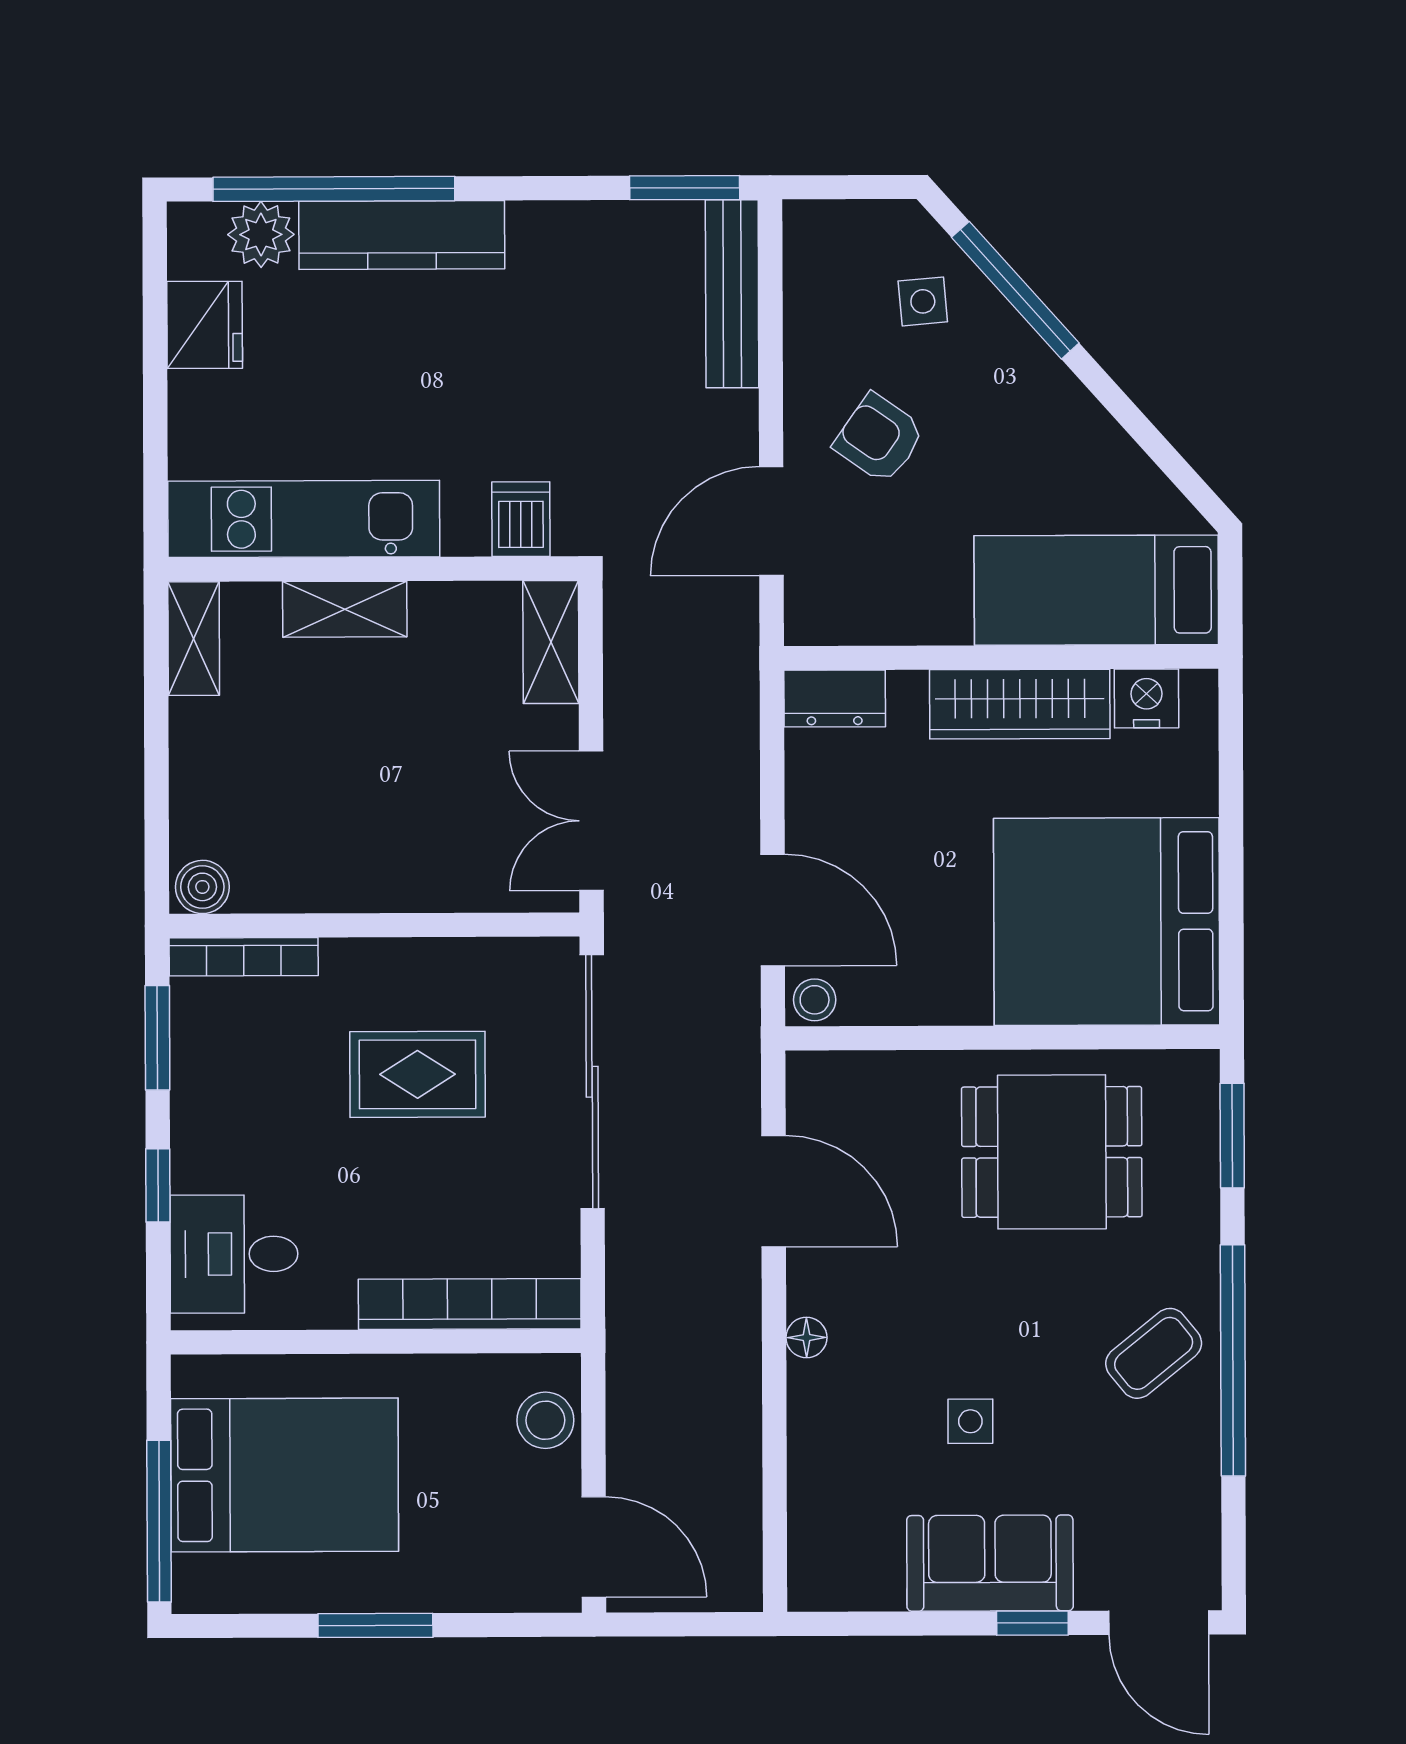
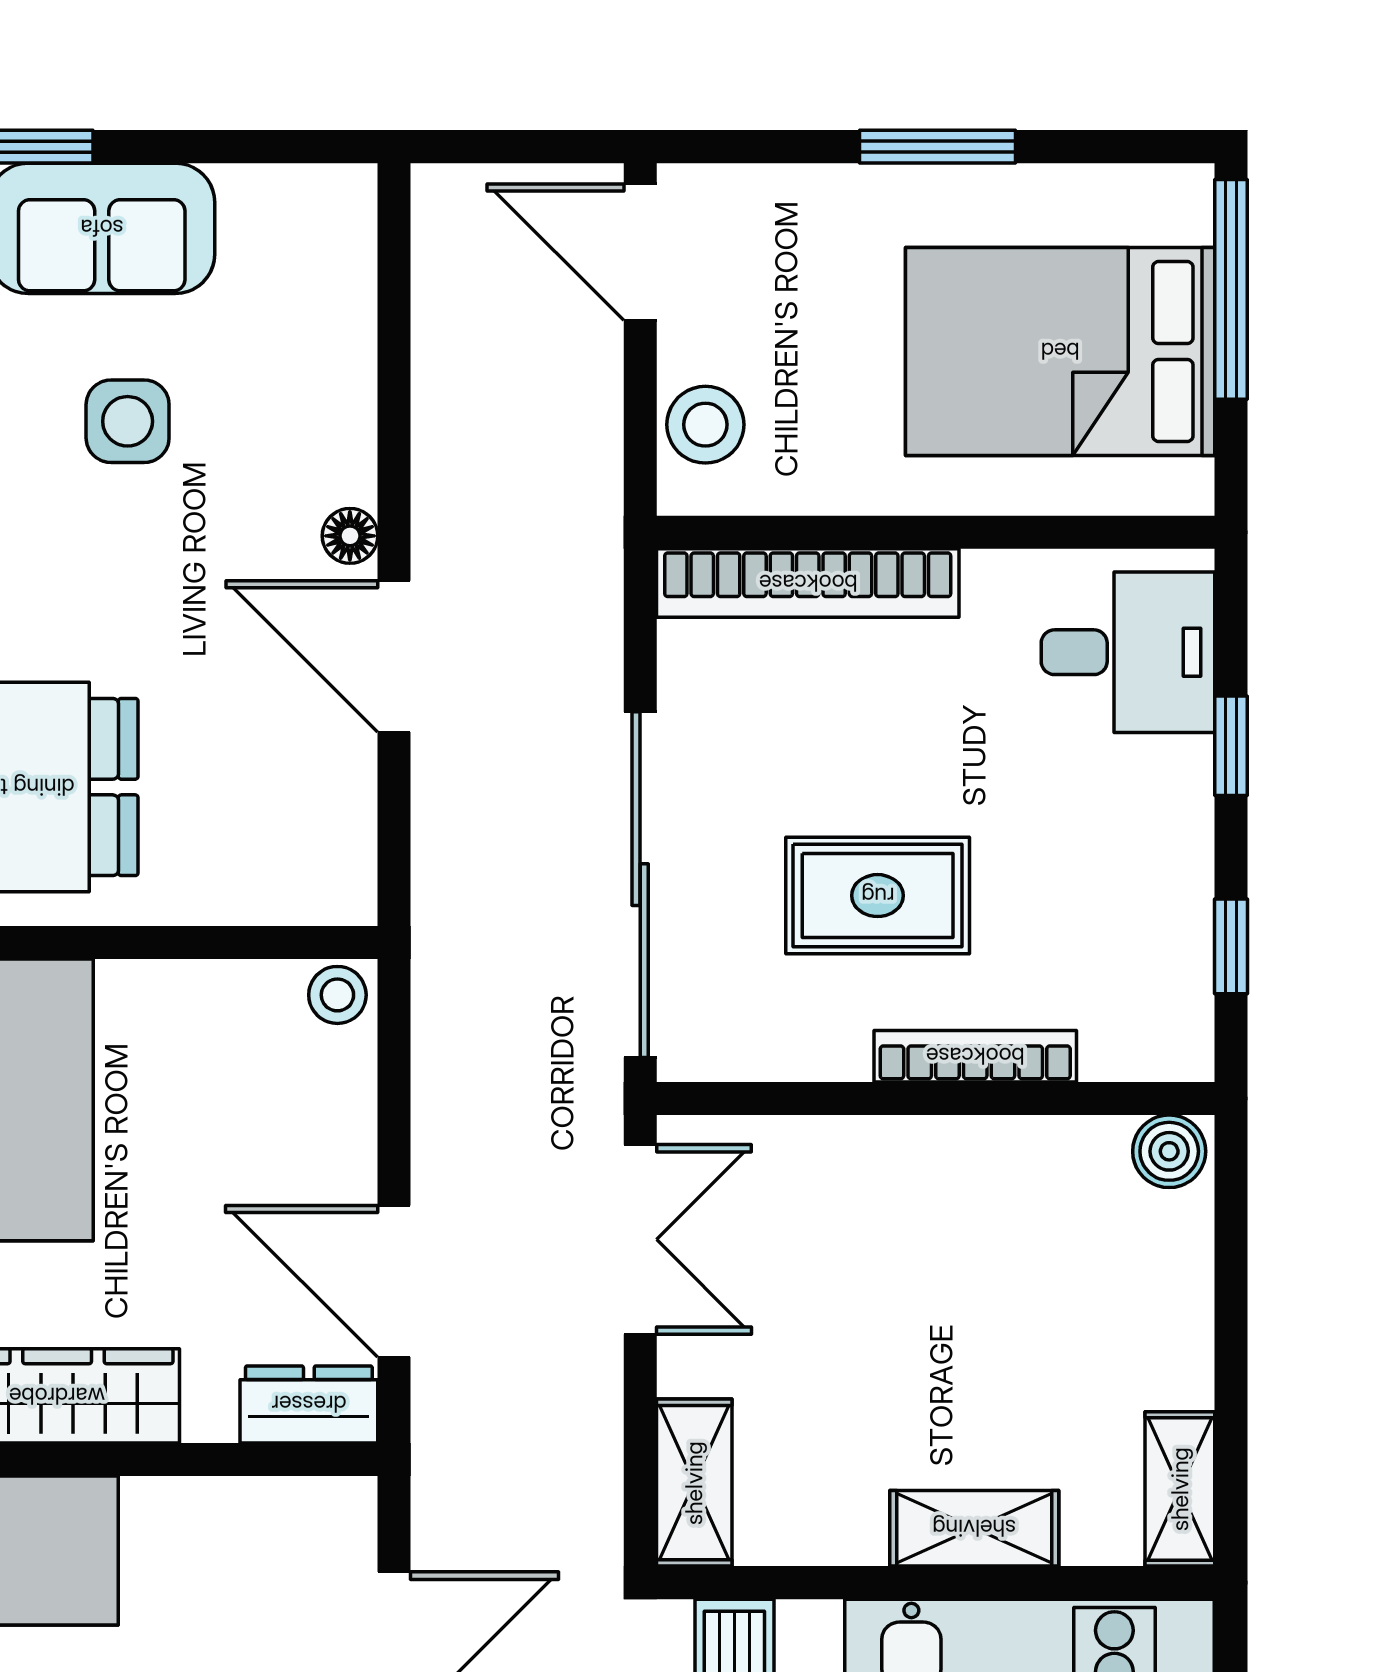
door: (773, 910) -> (394, 1281), moved
bookcase: (244, 957) -> (975, 1056), moved
window: (157, 1038) -> (1231, 946), width x0.67
door: (774, 1191) -> (394, 656), moved
side table: (970, 1421) -> (128, 421), width x1.37, depth x1.37

